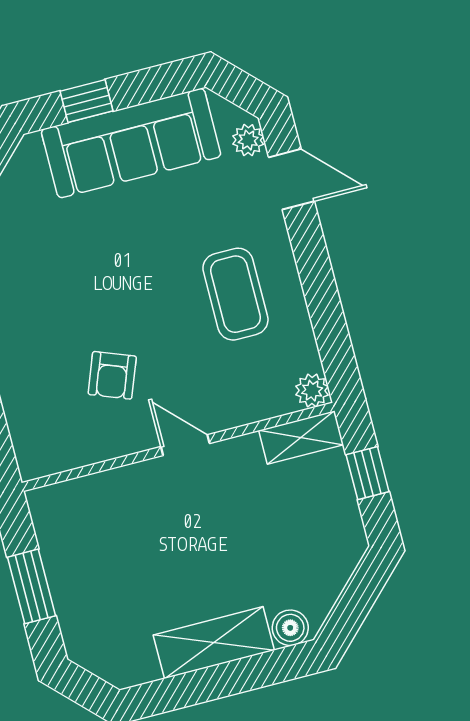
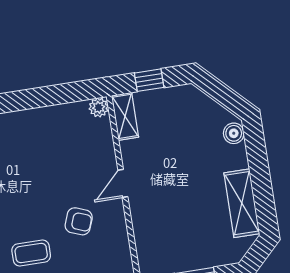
coffee table: (235, 294) -> (31, 253), moved, width x0.73, depth x0.77
shelving: (214, 643) -> (242, 203), moved

